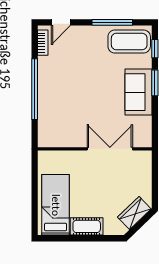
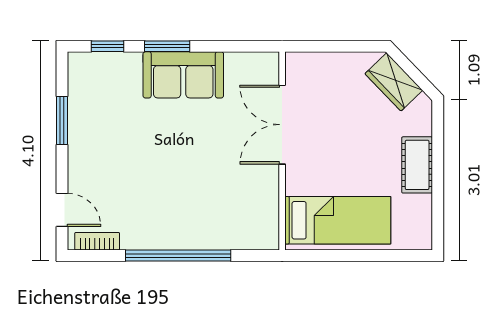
window: (112, 22) -> (62, 120), width x0.69
coffee table: (129, 41) -> (95, 91), removed
bed: (56, 205) -> (338, 220), moved, turned 180

